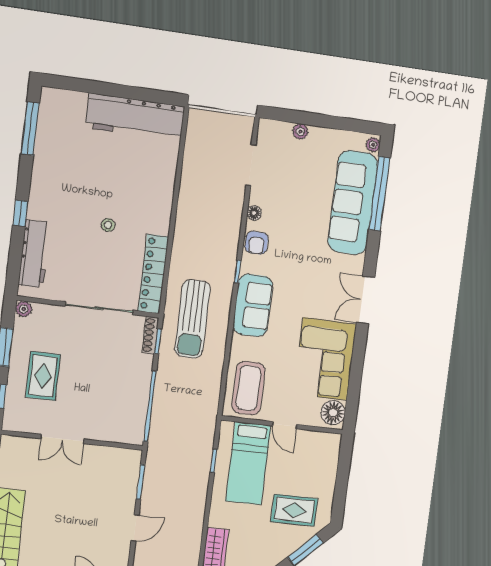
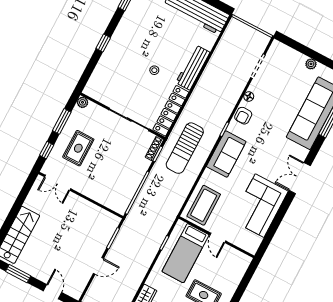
plant: (300, 132) -> (311, 64), moved
workbench: (34, 254) -> (193, 68), moved, turned 180
floor lamp: (333, 413) -> (252, 242), removed
double door: (62, 439) -> (58, 183), moved

